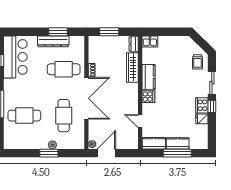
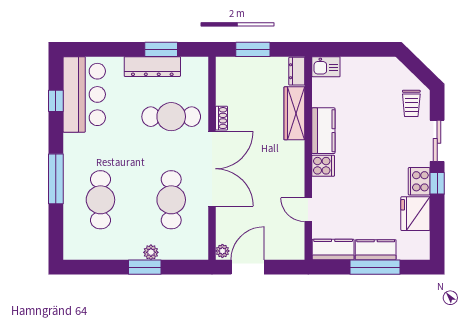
cafe table: (24, 116) -> (100, 200), turned 90
fridge: (202, 119) -> (415, 214), width x1.88, depth x1.34

